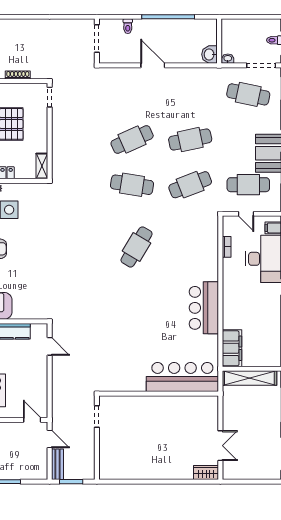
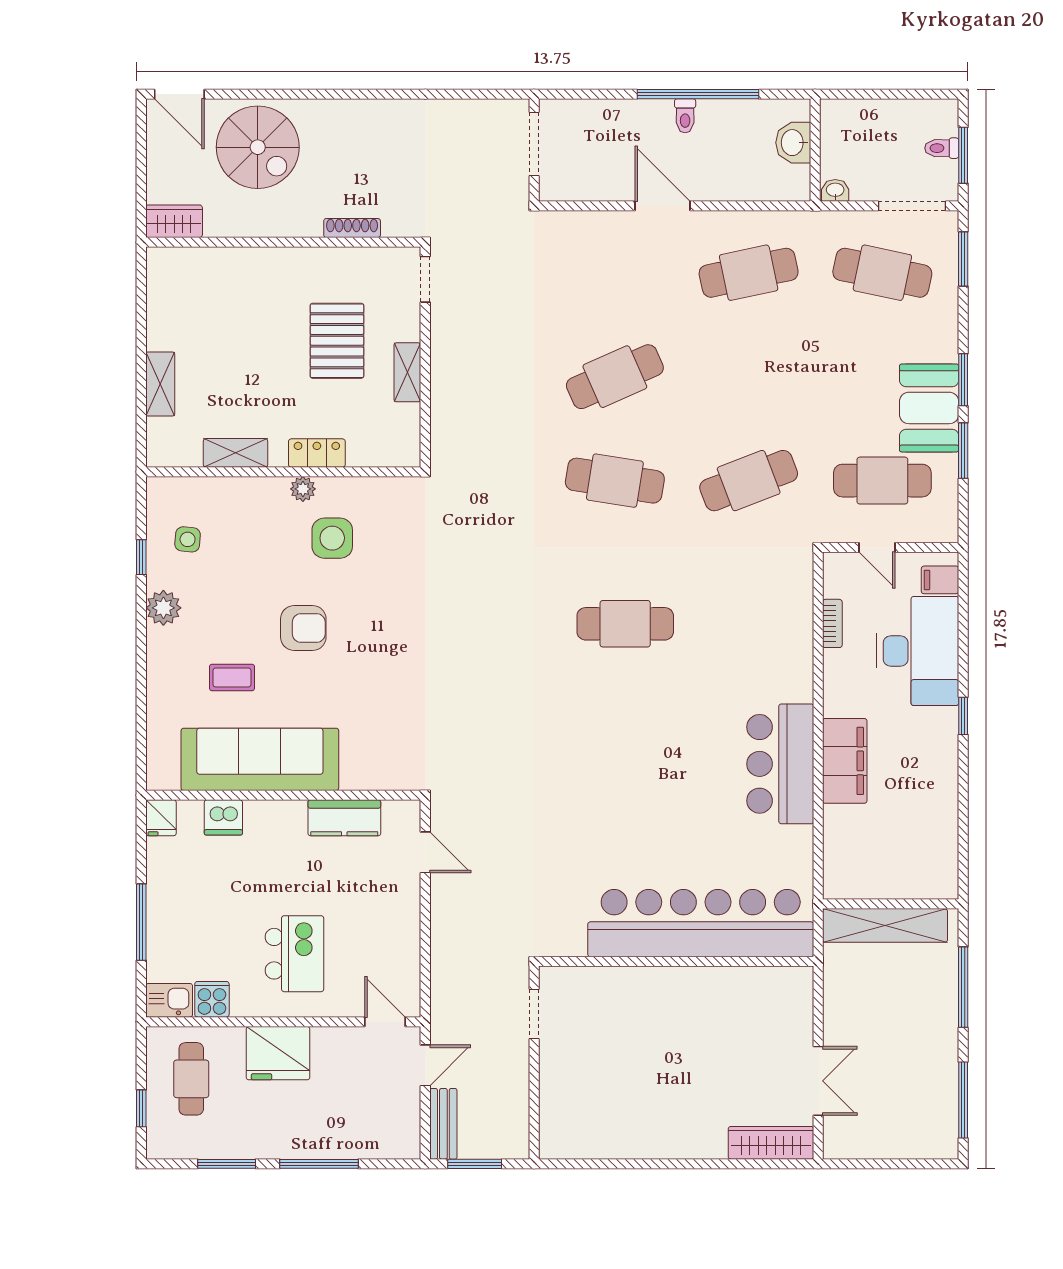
toilet: (128, 26) -> (685, 116), moved
washbasin: (210, 54) -> (793, 143), moved
cafe table: (190, 140) -> (749, 273), moved
shelving: (42, 166) -> (407, 372), moved
cafe table: (137, 247) -> (625, 624), turned 59
filing cabinet: (232, 348) -> (845, 761), moved
bar counter: (182, 377) -> (701, 923), width x1.36
door: (50, 439) -> (425, 1065), hinge flipped
wardrobe: (206, 473) -> (771, 1143), width x1.50

